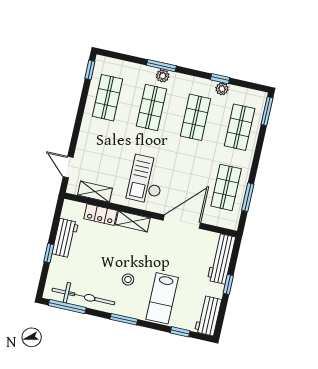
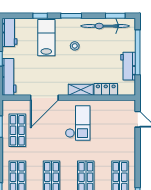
shelving: (95, 192) -> (114, 105), removed
window: (49, 253) -> (138, 52), width x3.17
window: (67, 307) -> (115, 16), width x0.69
window: (180, 332) -> (40, 16), moved

